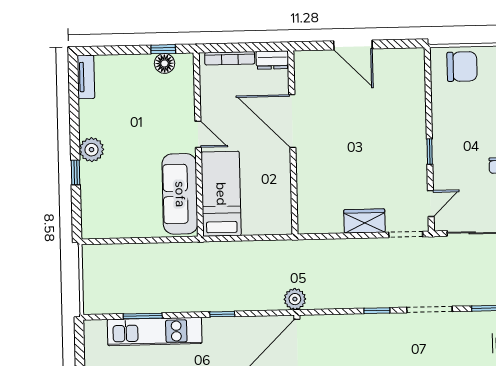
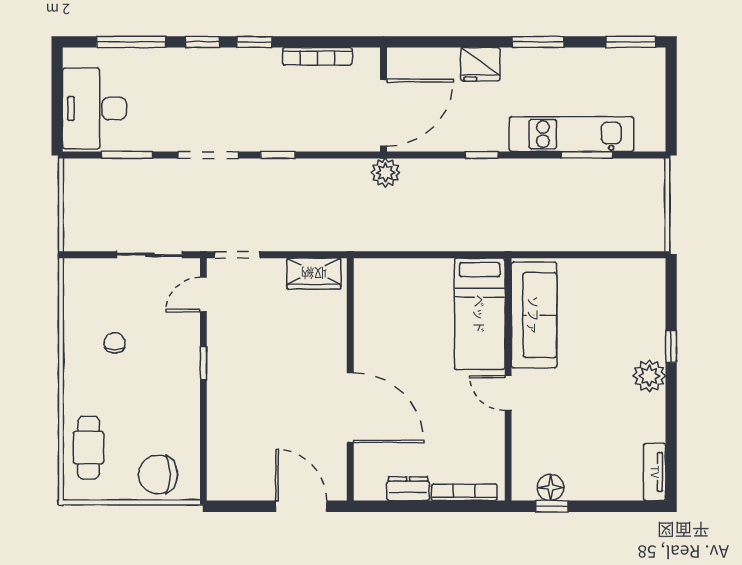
door: (292, 121) -> (350, 408), moved
wall: (293, 142) -> (350, 379), moved
wardrobe: (364, 221) -> (314, 274), moved

